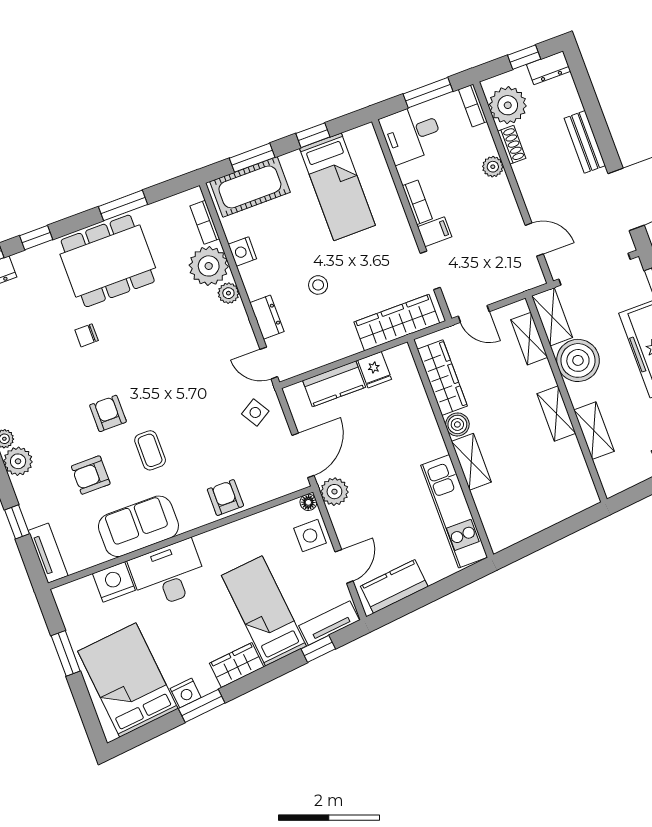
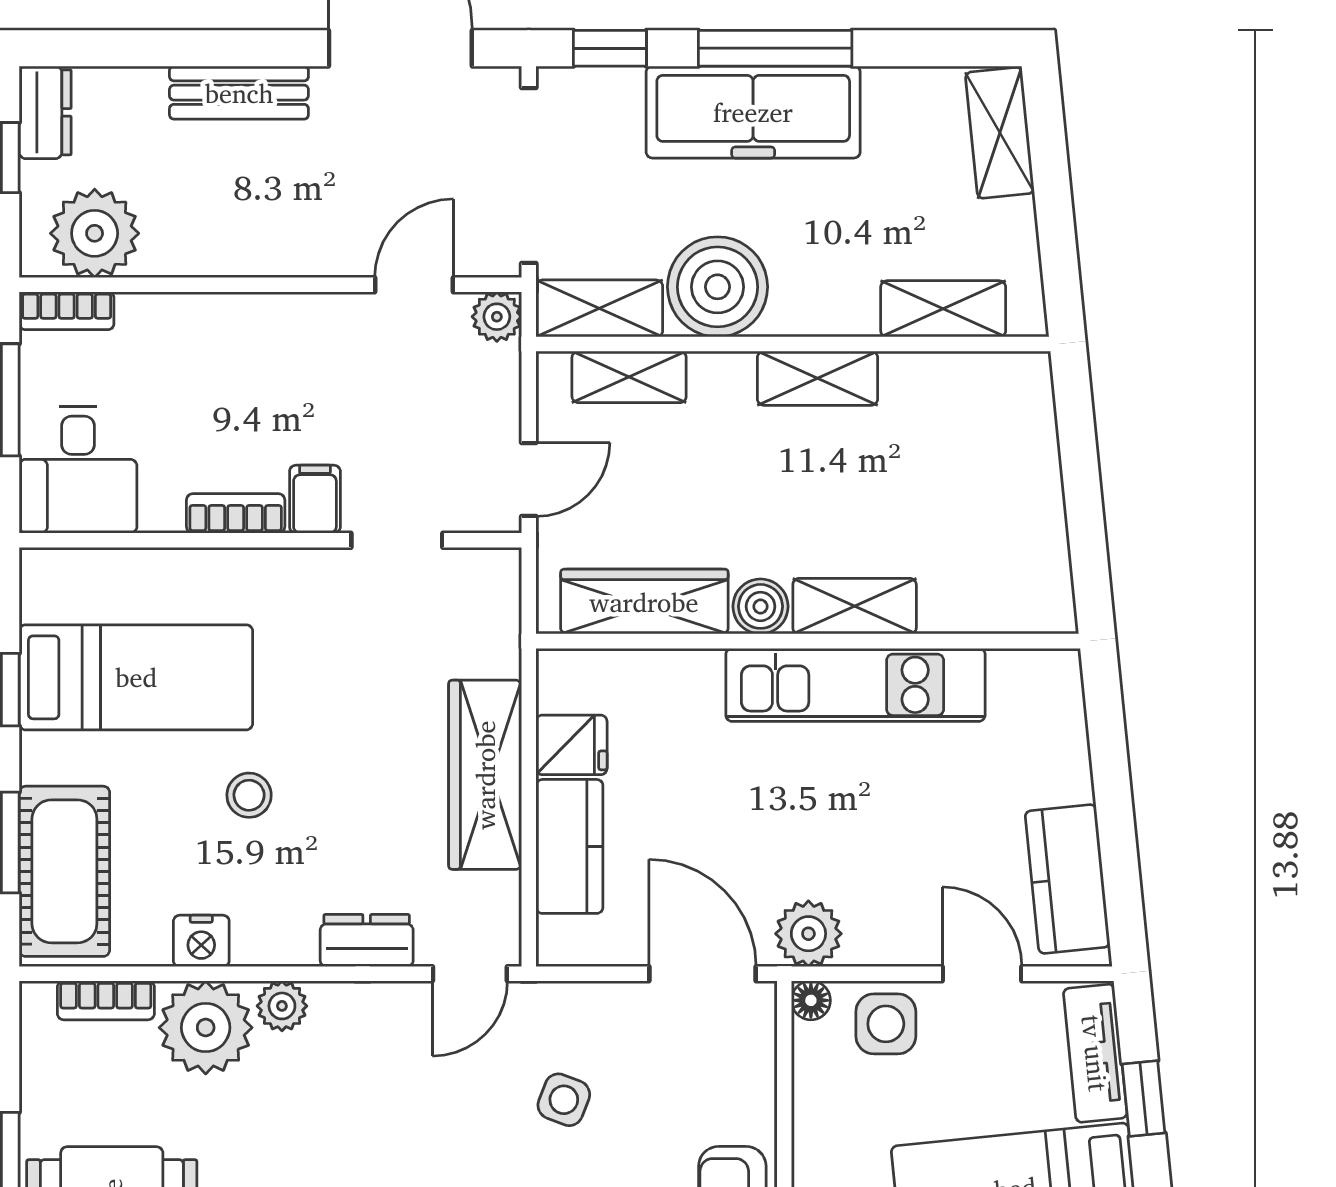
shoe rack: (512, 145) -> (185, 257), removed
plant: (493, 167) -> (497, 317), moved
stool: (318, 285) -> (249, 795), moved
wardrobe: (397, 323) -> (485, 775), moved
side table: (255, 412) -> (564, 1100), moved, turned -38
shelving: (594, 431) -> (943, 309), moved
kitchen unit: (454, 511) -> (855, 685), moved

